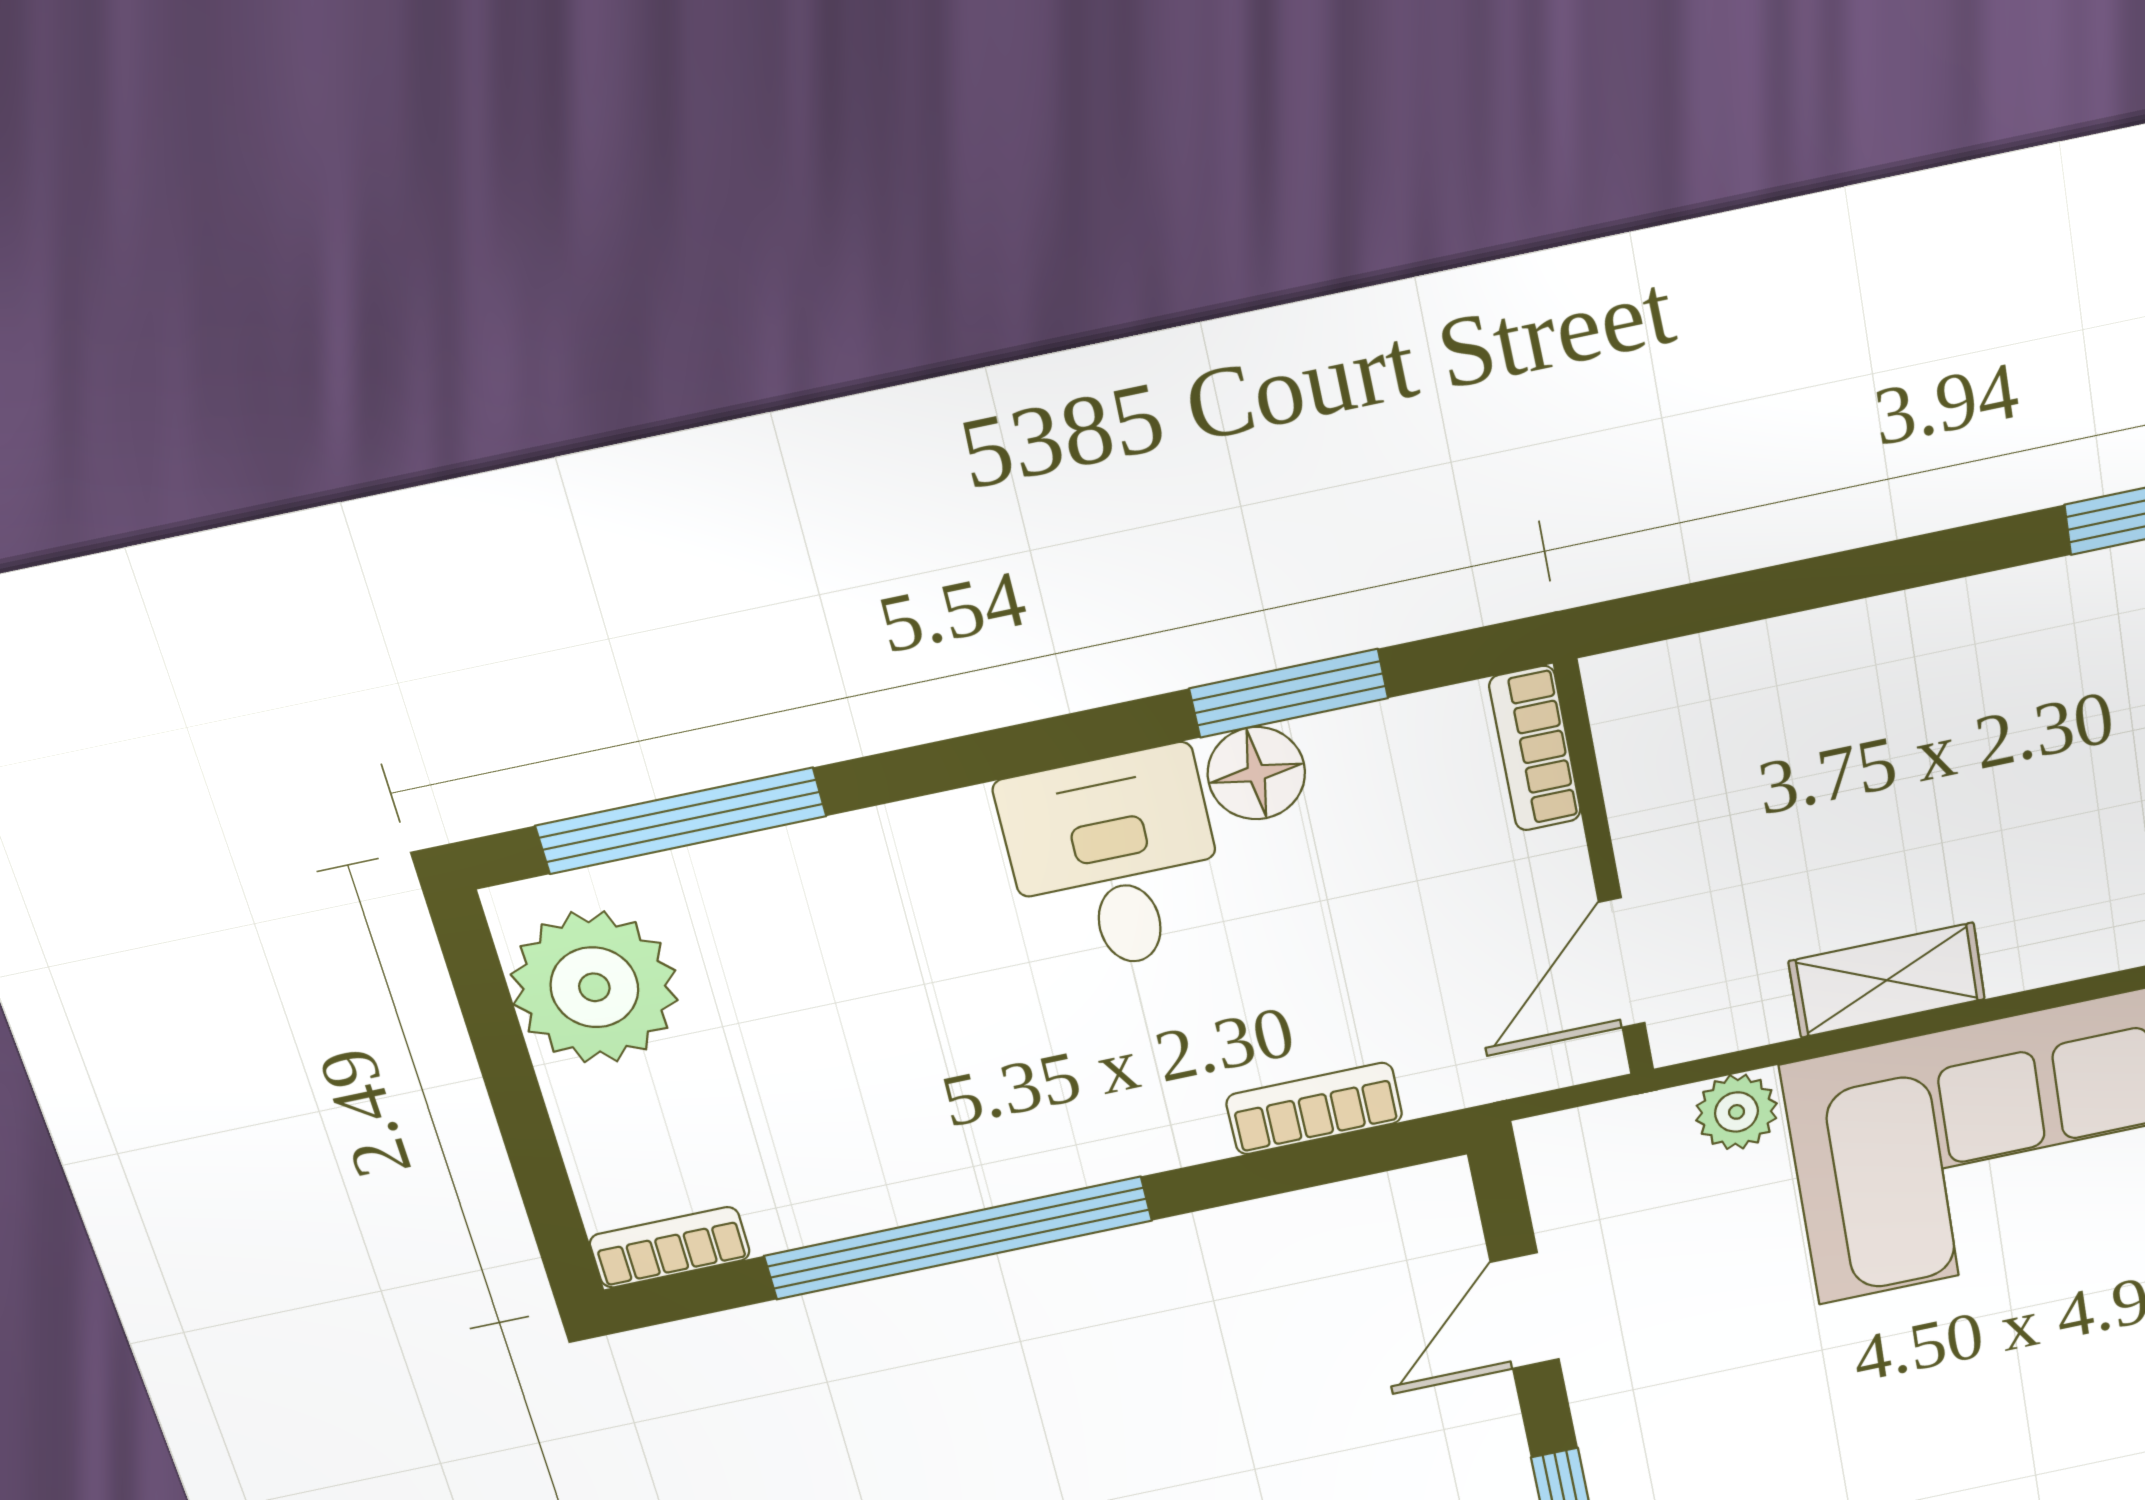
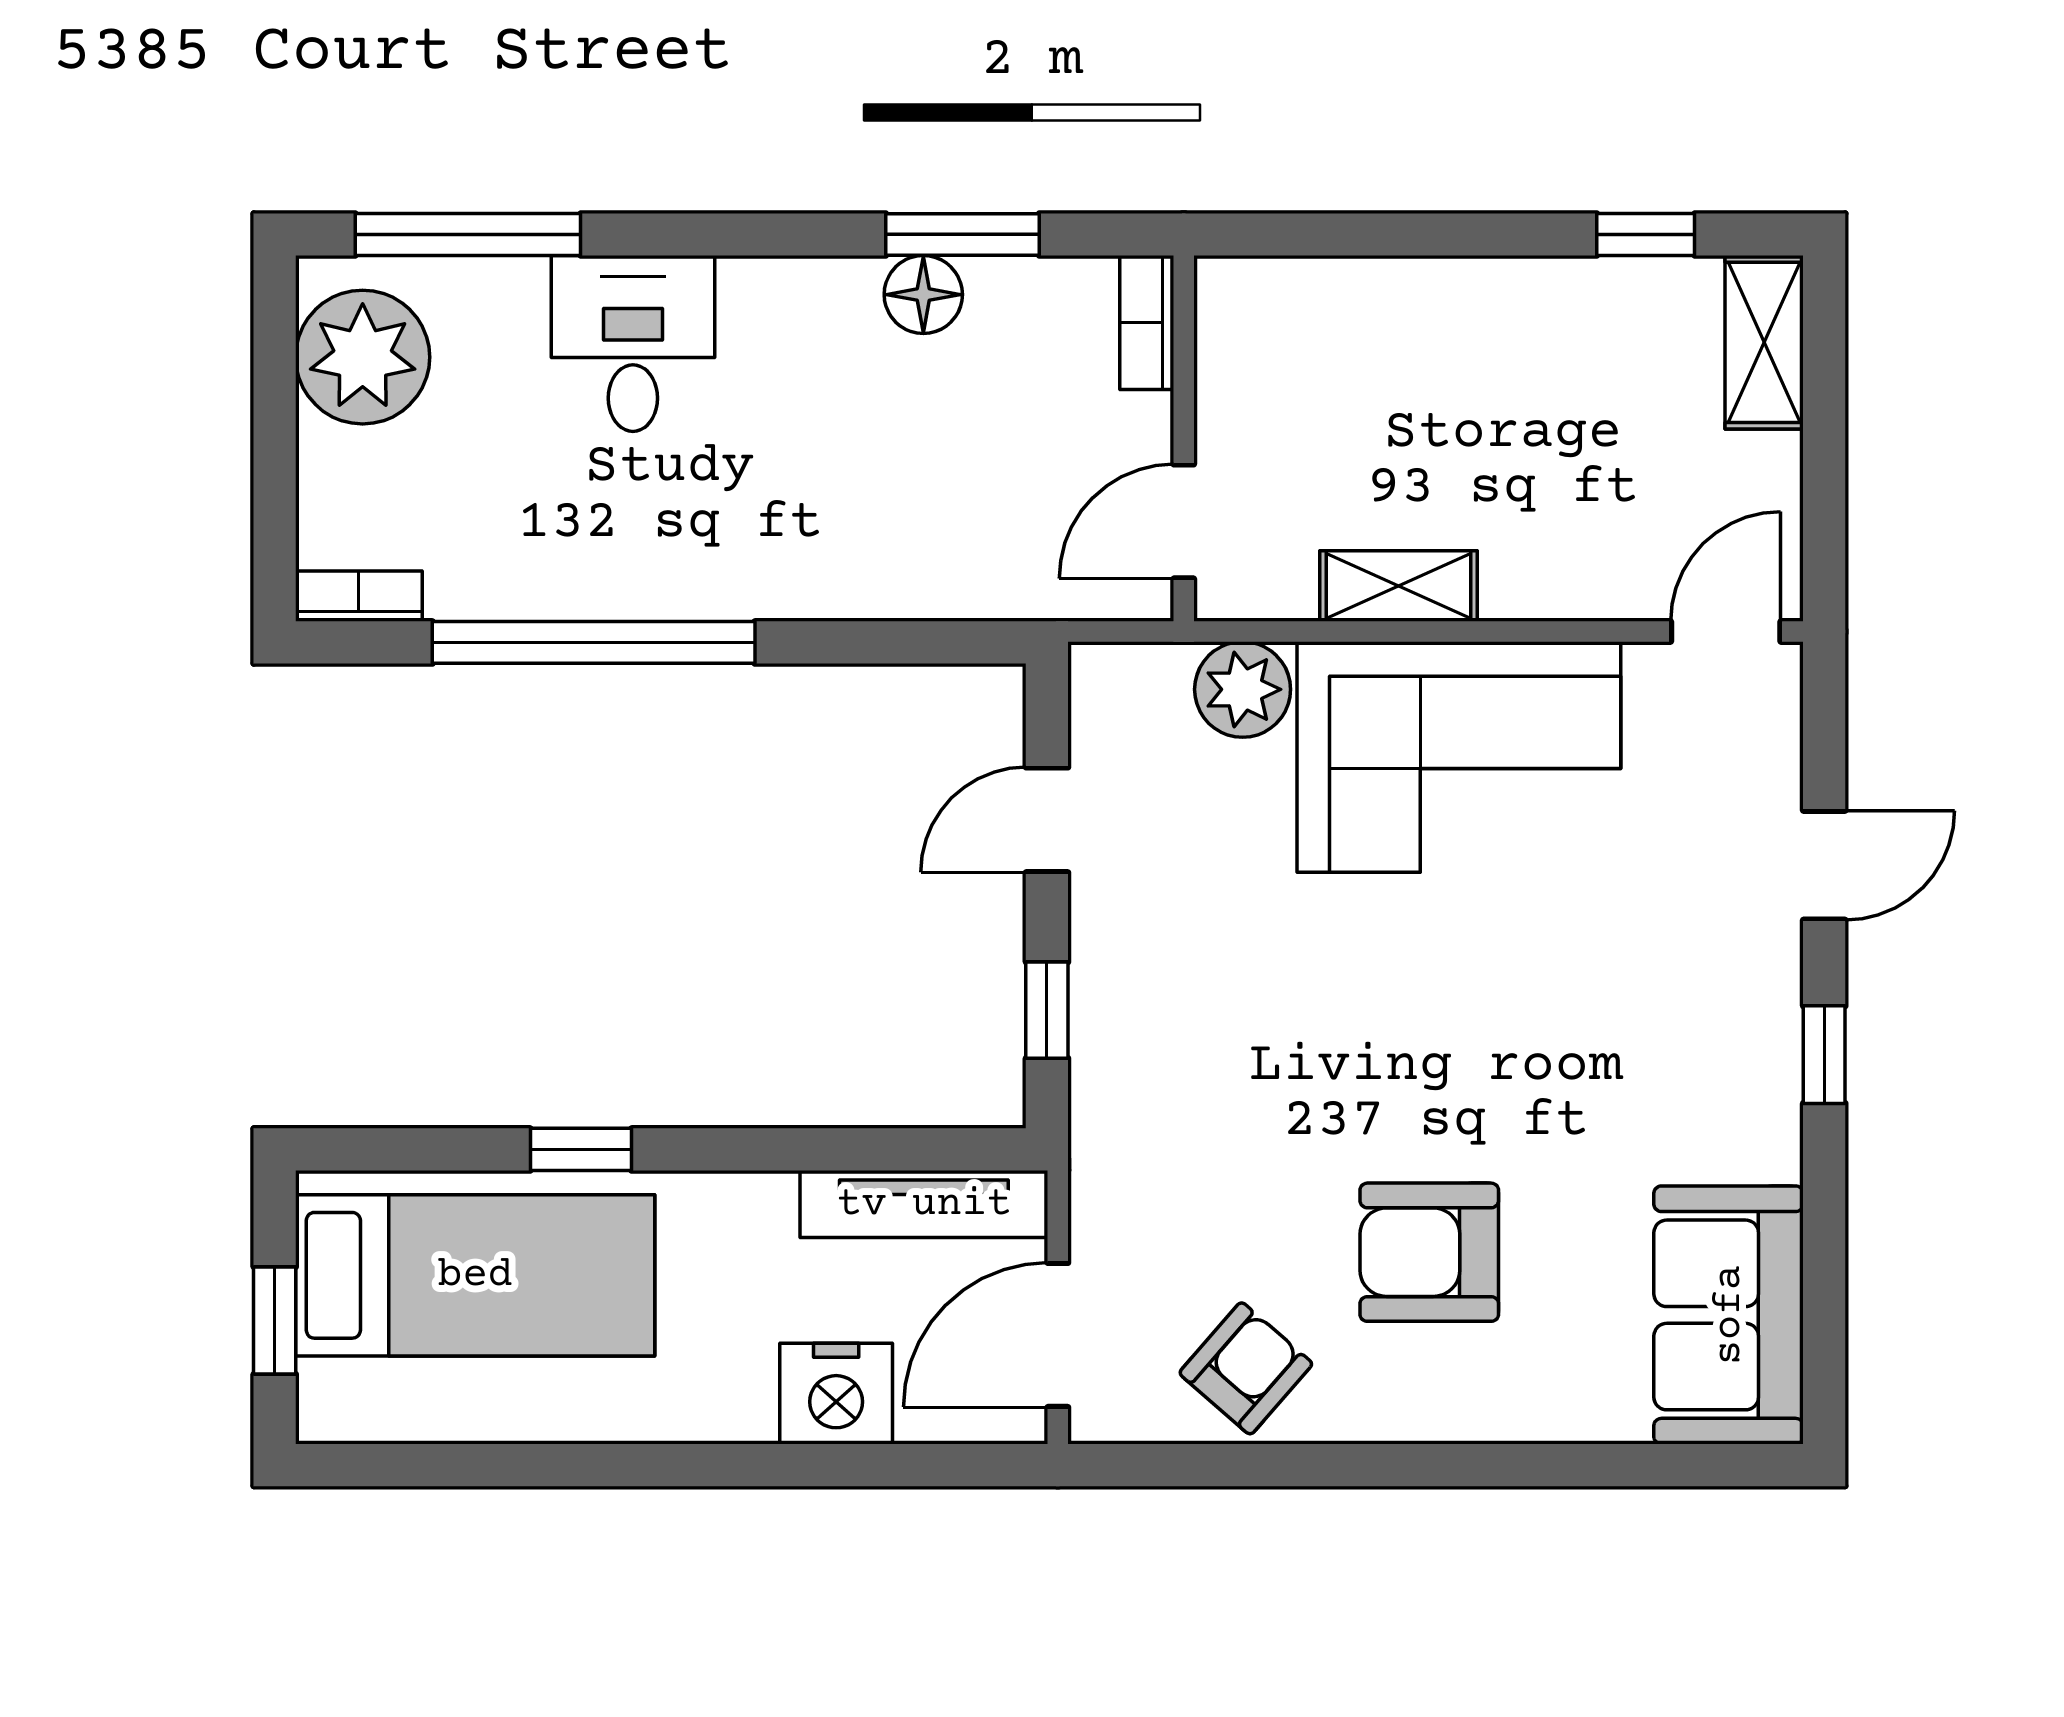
desk: (1115, 862) -> (633, 344), moved
bookcase: (1314, 1109) -> (909, 593), removed
plant: (1737, 1112) -> (1243, 689), width x1.38, depth x1.38

